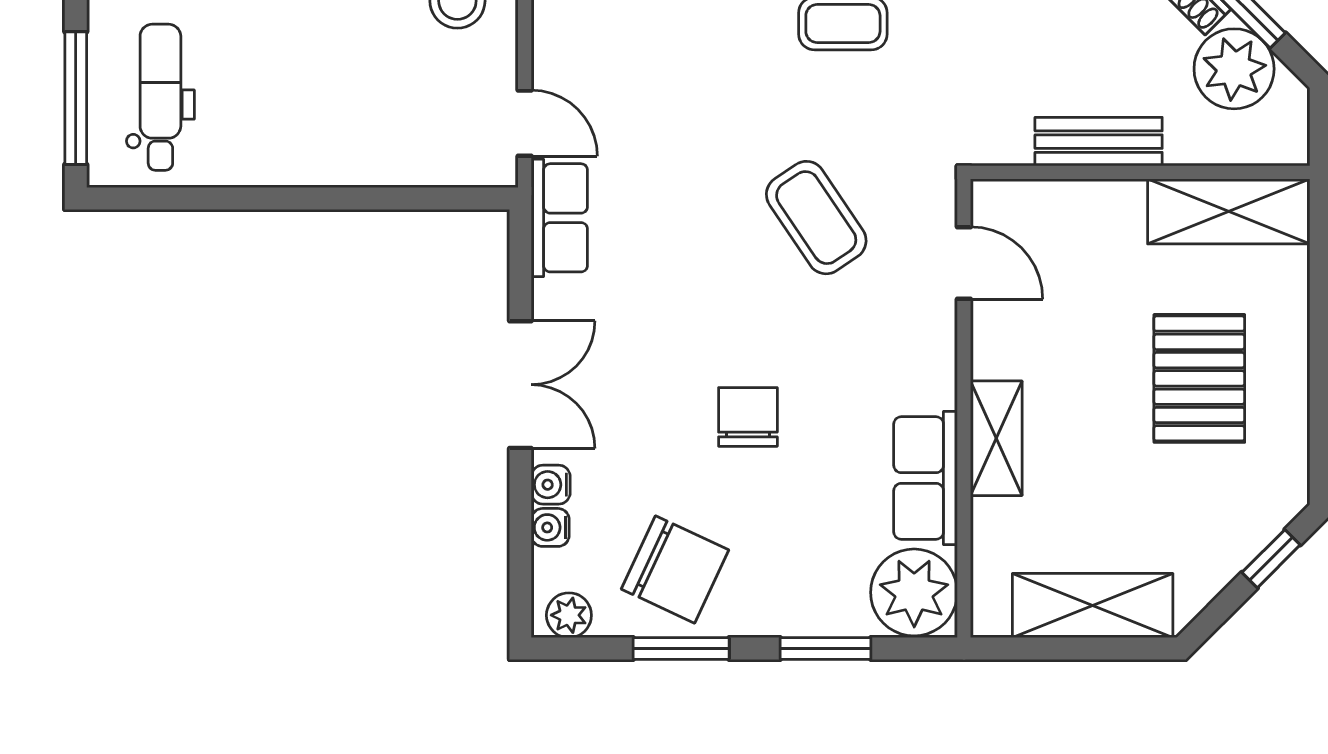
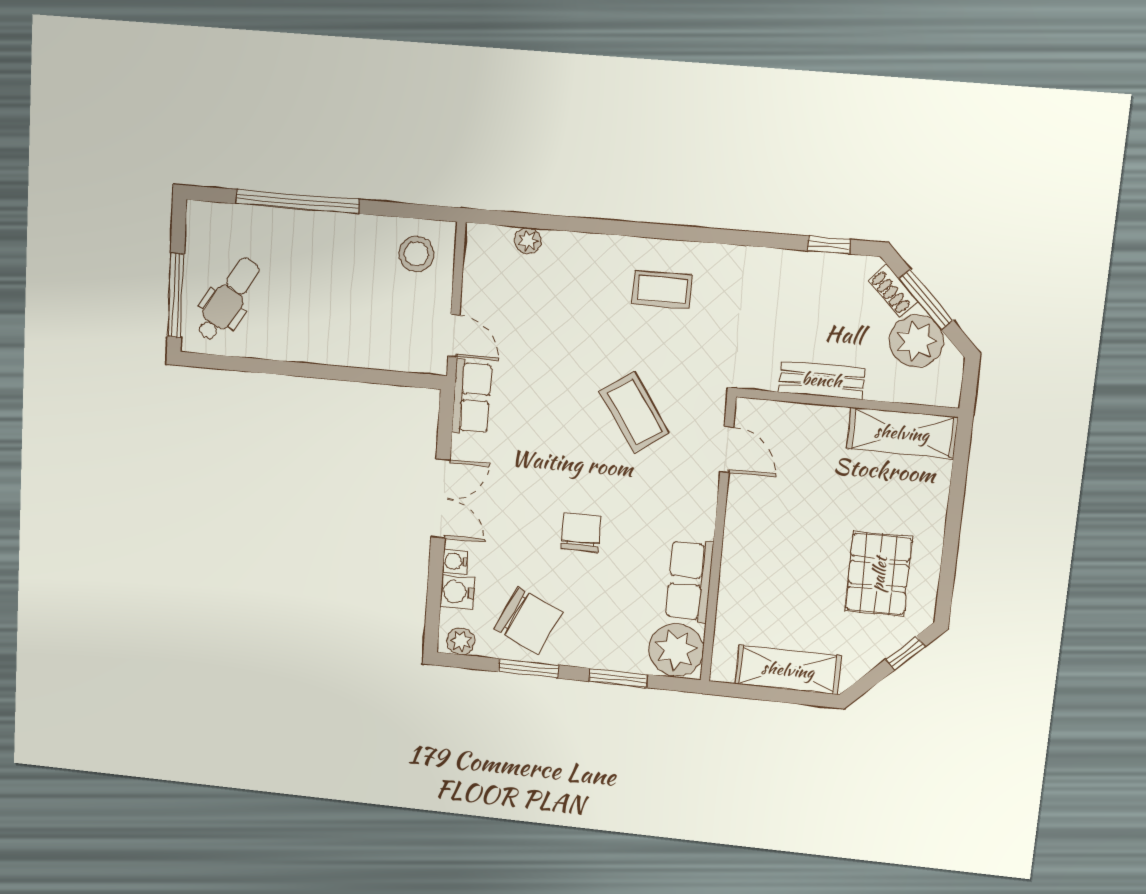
dental chair: (160, 97) -> (228, 299), turned 30
pallet: (1199, 378) -> (879, 574), moved
shelving: (996, 438) -> (737, 561), removed
water cooler: (550, 527) -> (457, 592), width x1.38, depth x1.38

